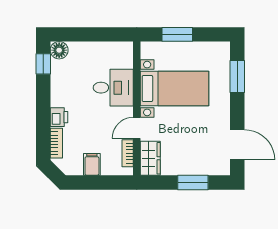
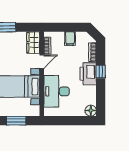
window: (43, 64) -> (101, 72), moved
desk: (113, 88) -> (57, 91), width x1.37
printer: (59, 117) -> (88, 74), width x1.87, depth x1.48

